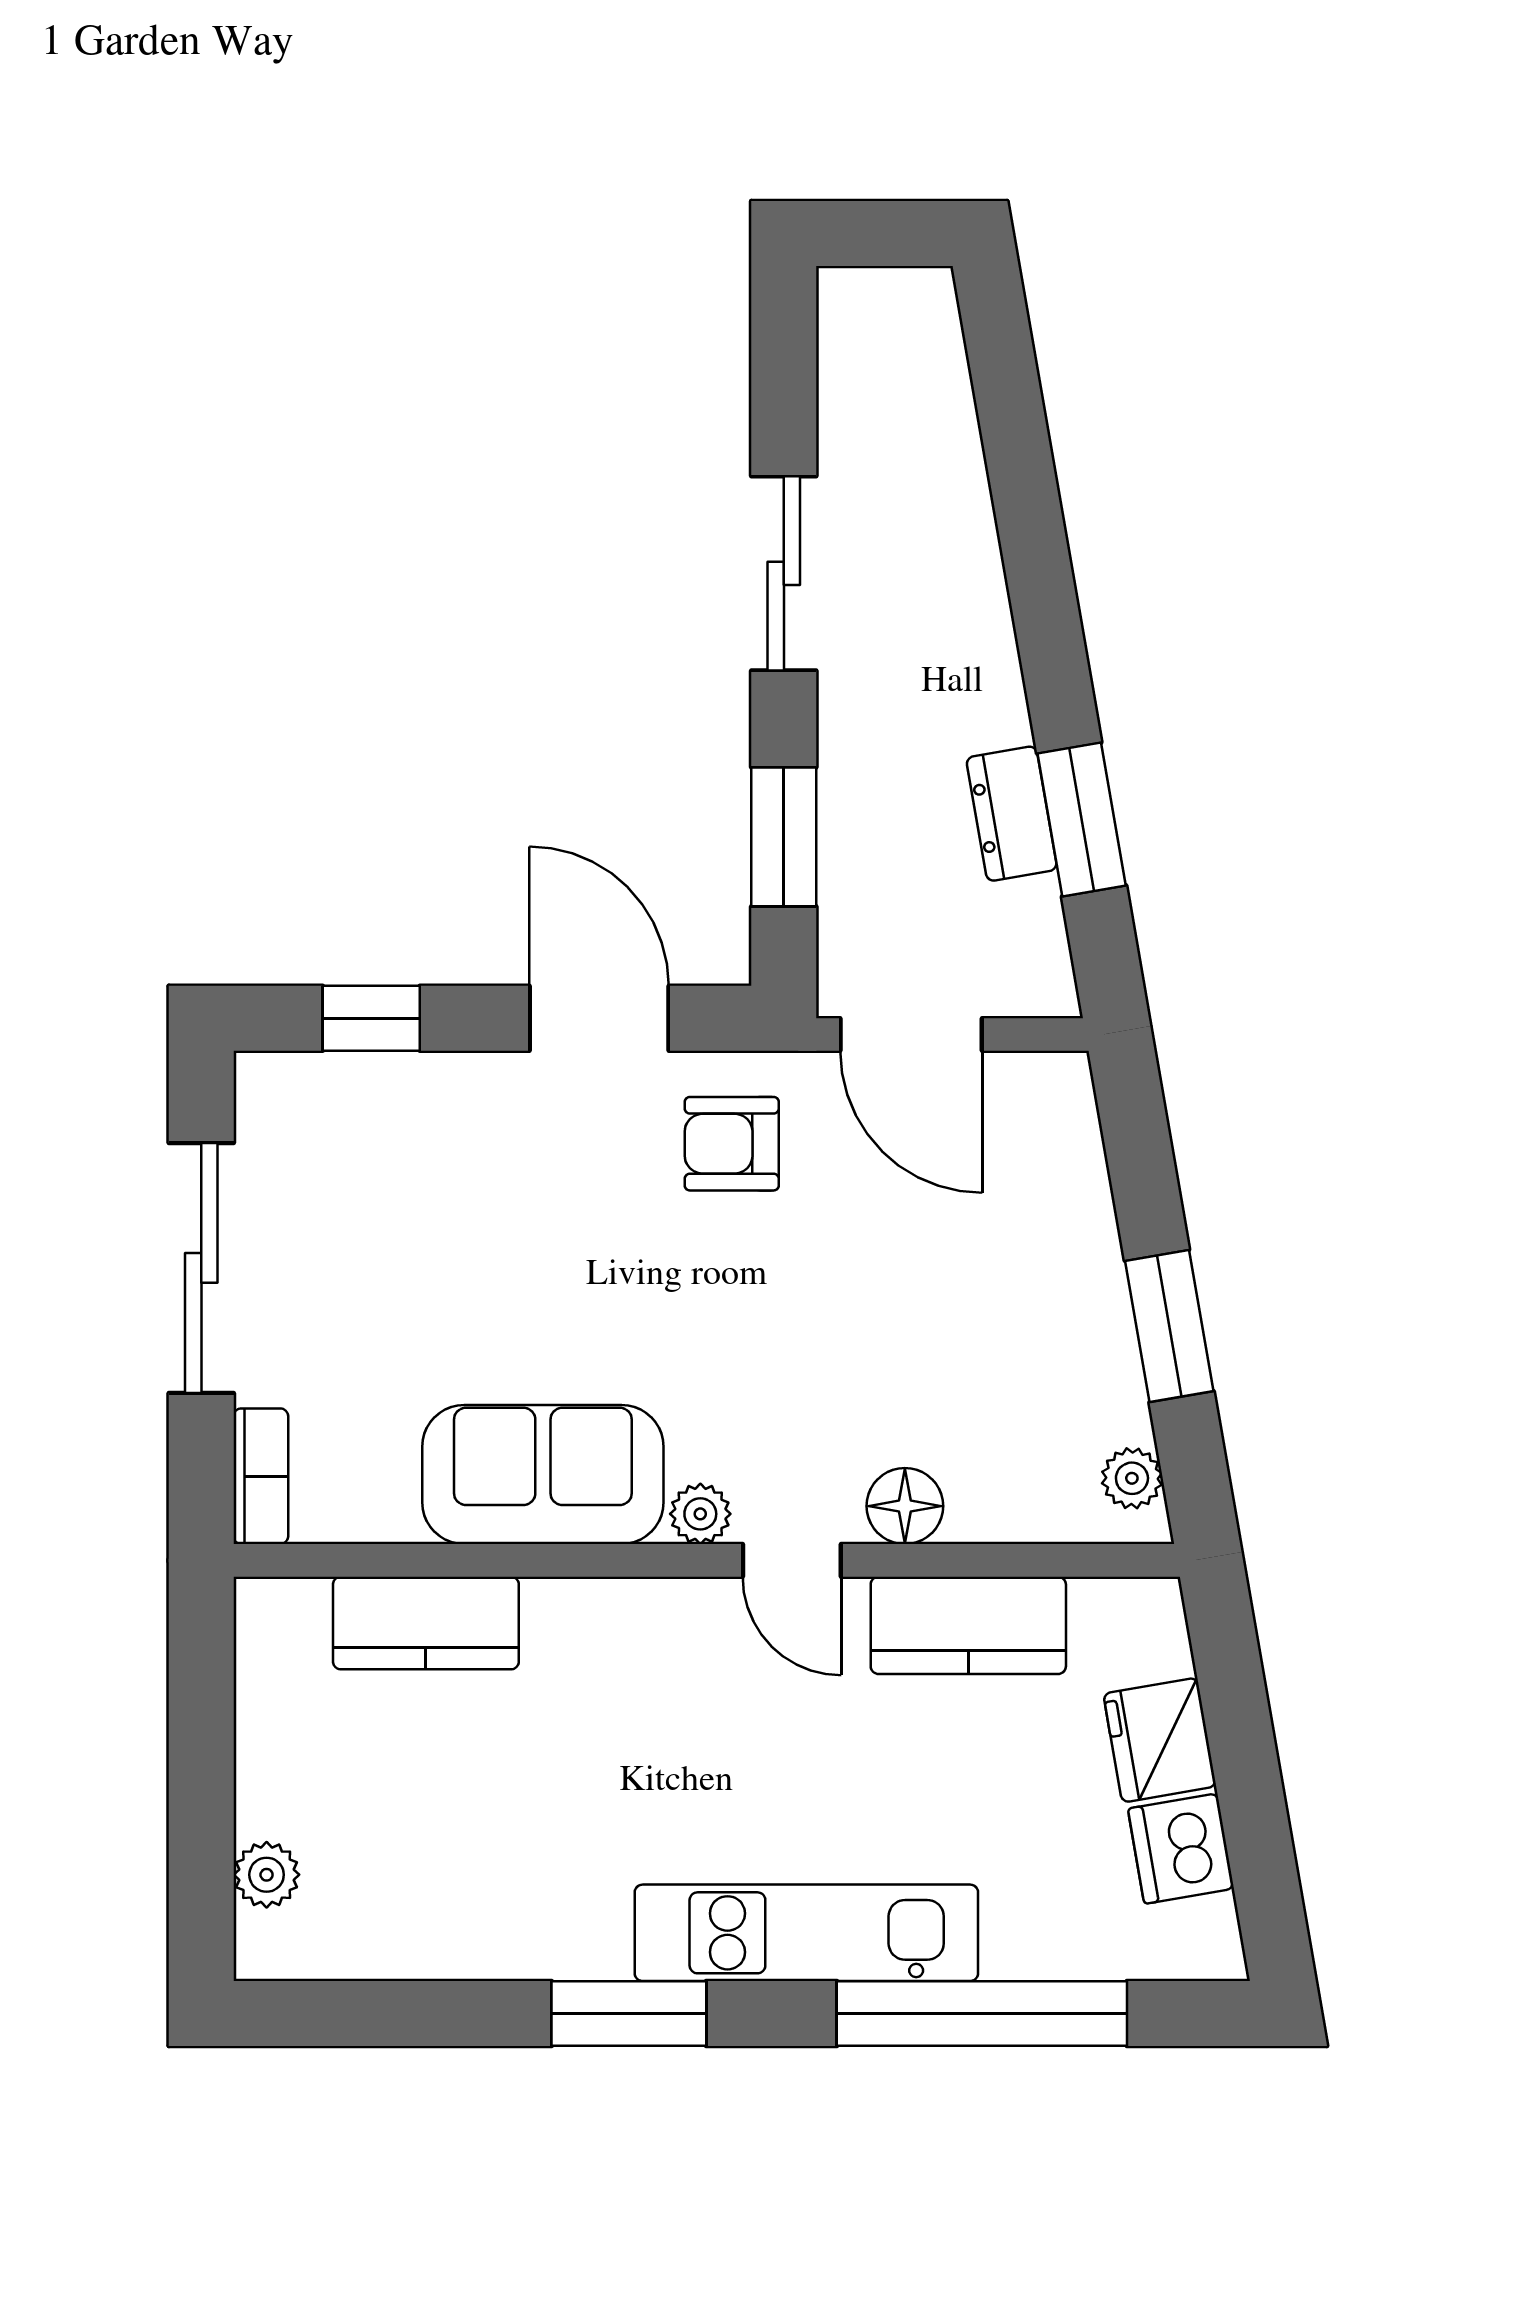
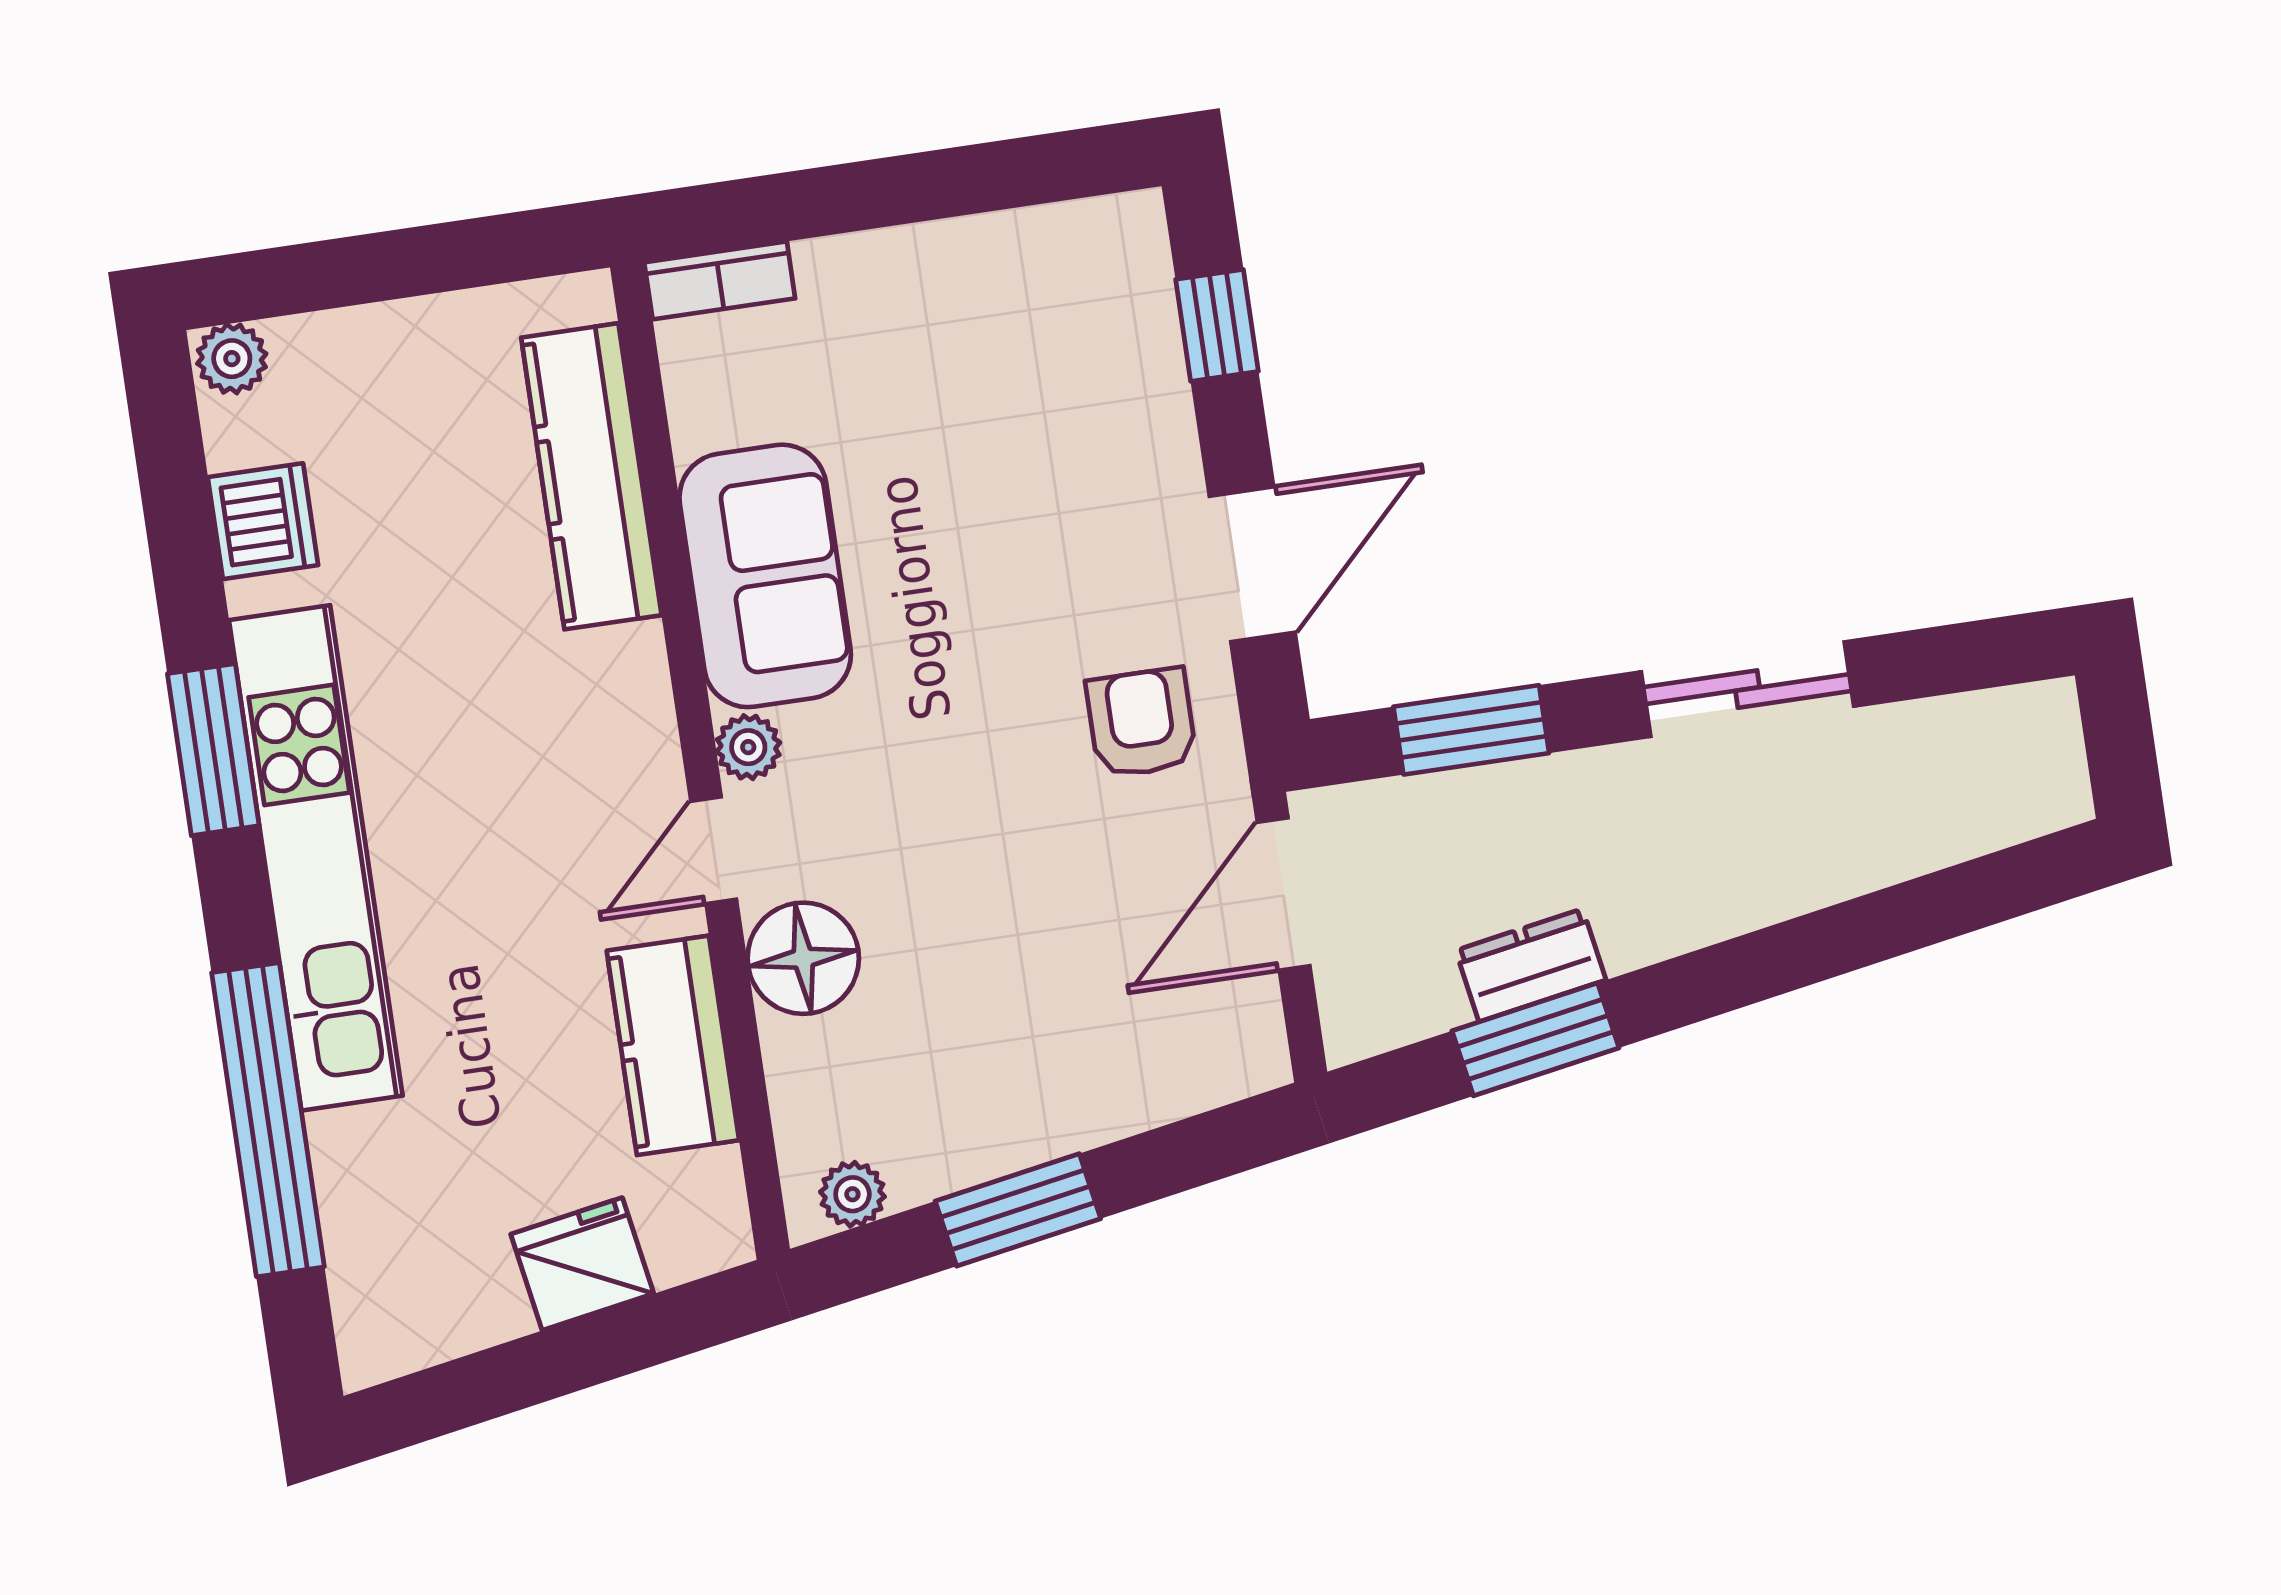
sliding door: (201, 1268) -> (929, 186), removed
floor lamp: (905, 1506) -> (803, 958), width x1.38, depth x1.38
kitchen counter: (426, 1623) -> (591, 476), width x1.50
dishwasher: (1181, 1849) -> (263, 521), moved, turned 100
plant: (267, 1875) -> (232, 359), moved
kitchen unit: (806, 1933) -> (316, 858), width x1.36

